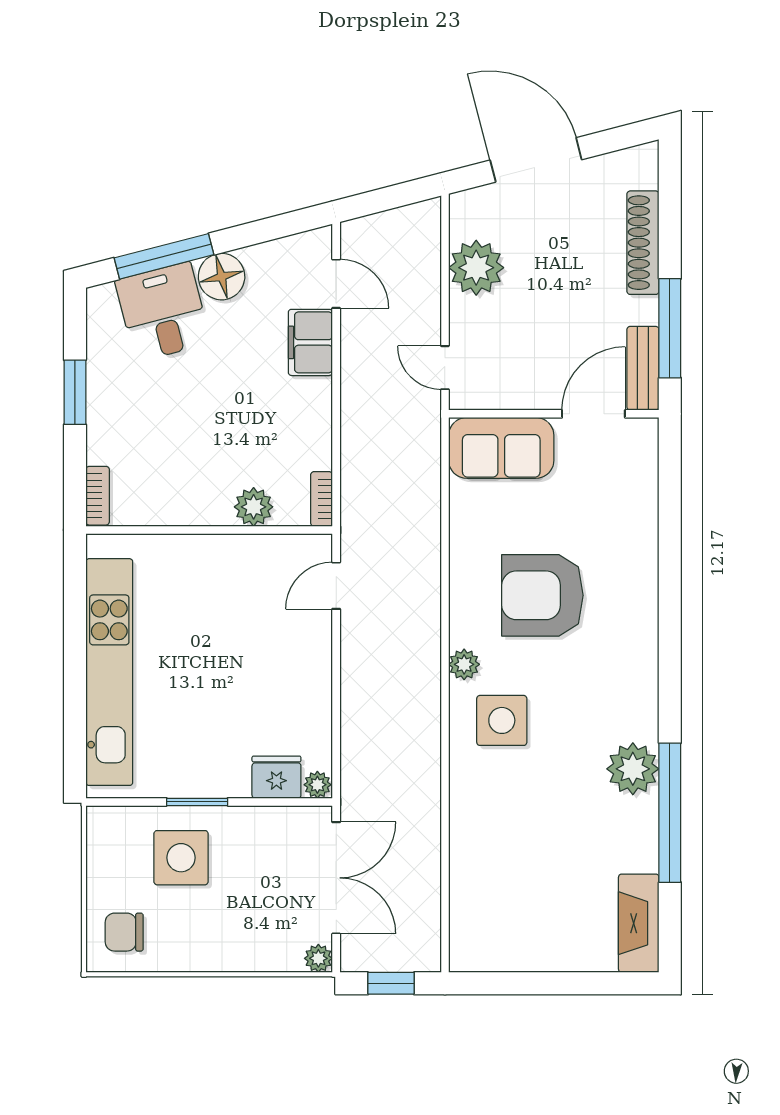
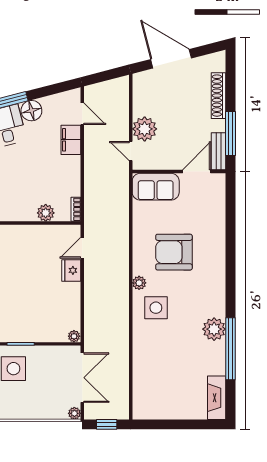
plant: (476, 268) -> (145, 129), moved
fridge: (276, 777) -> (71, 270), moved, turned -90

